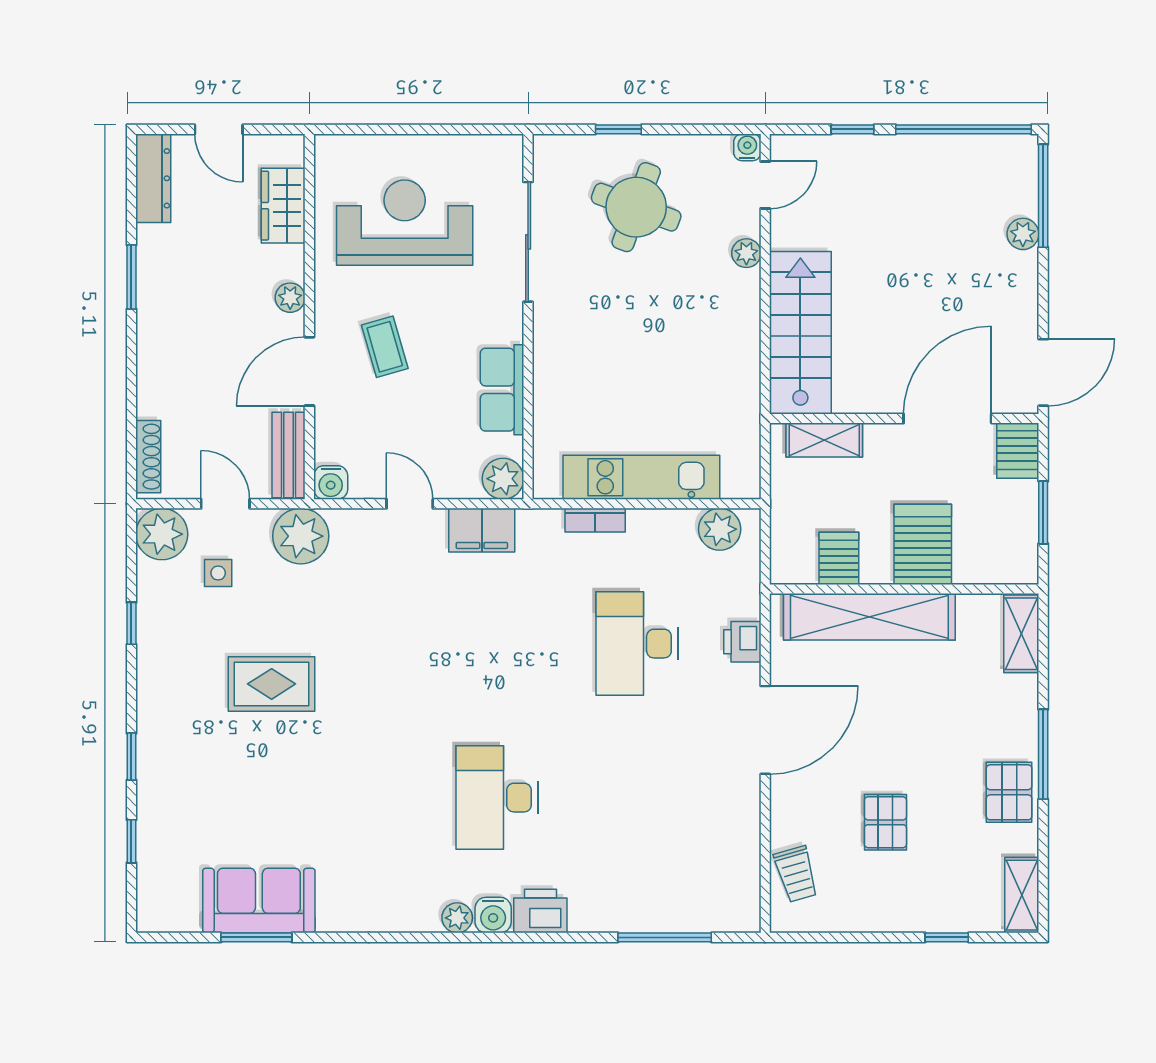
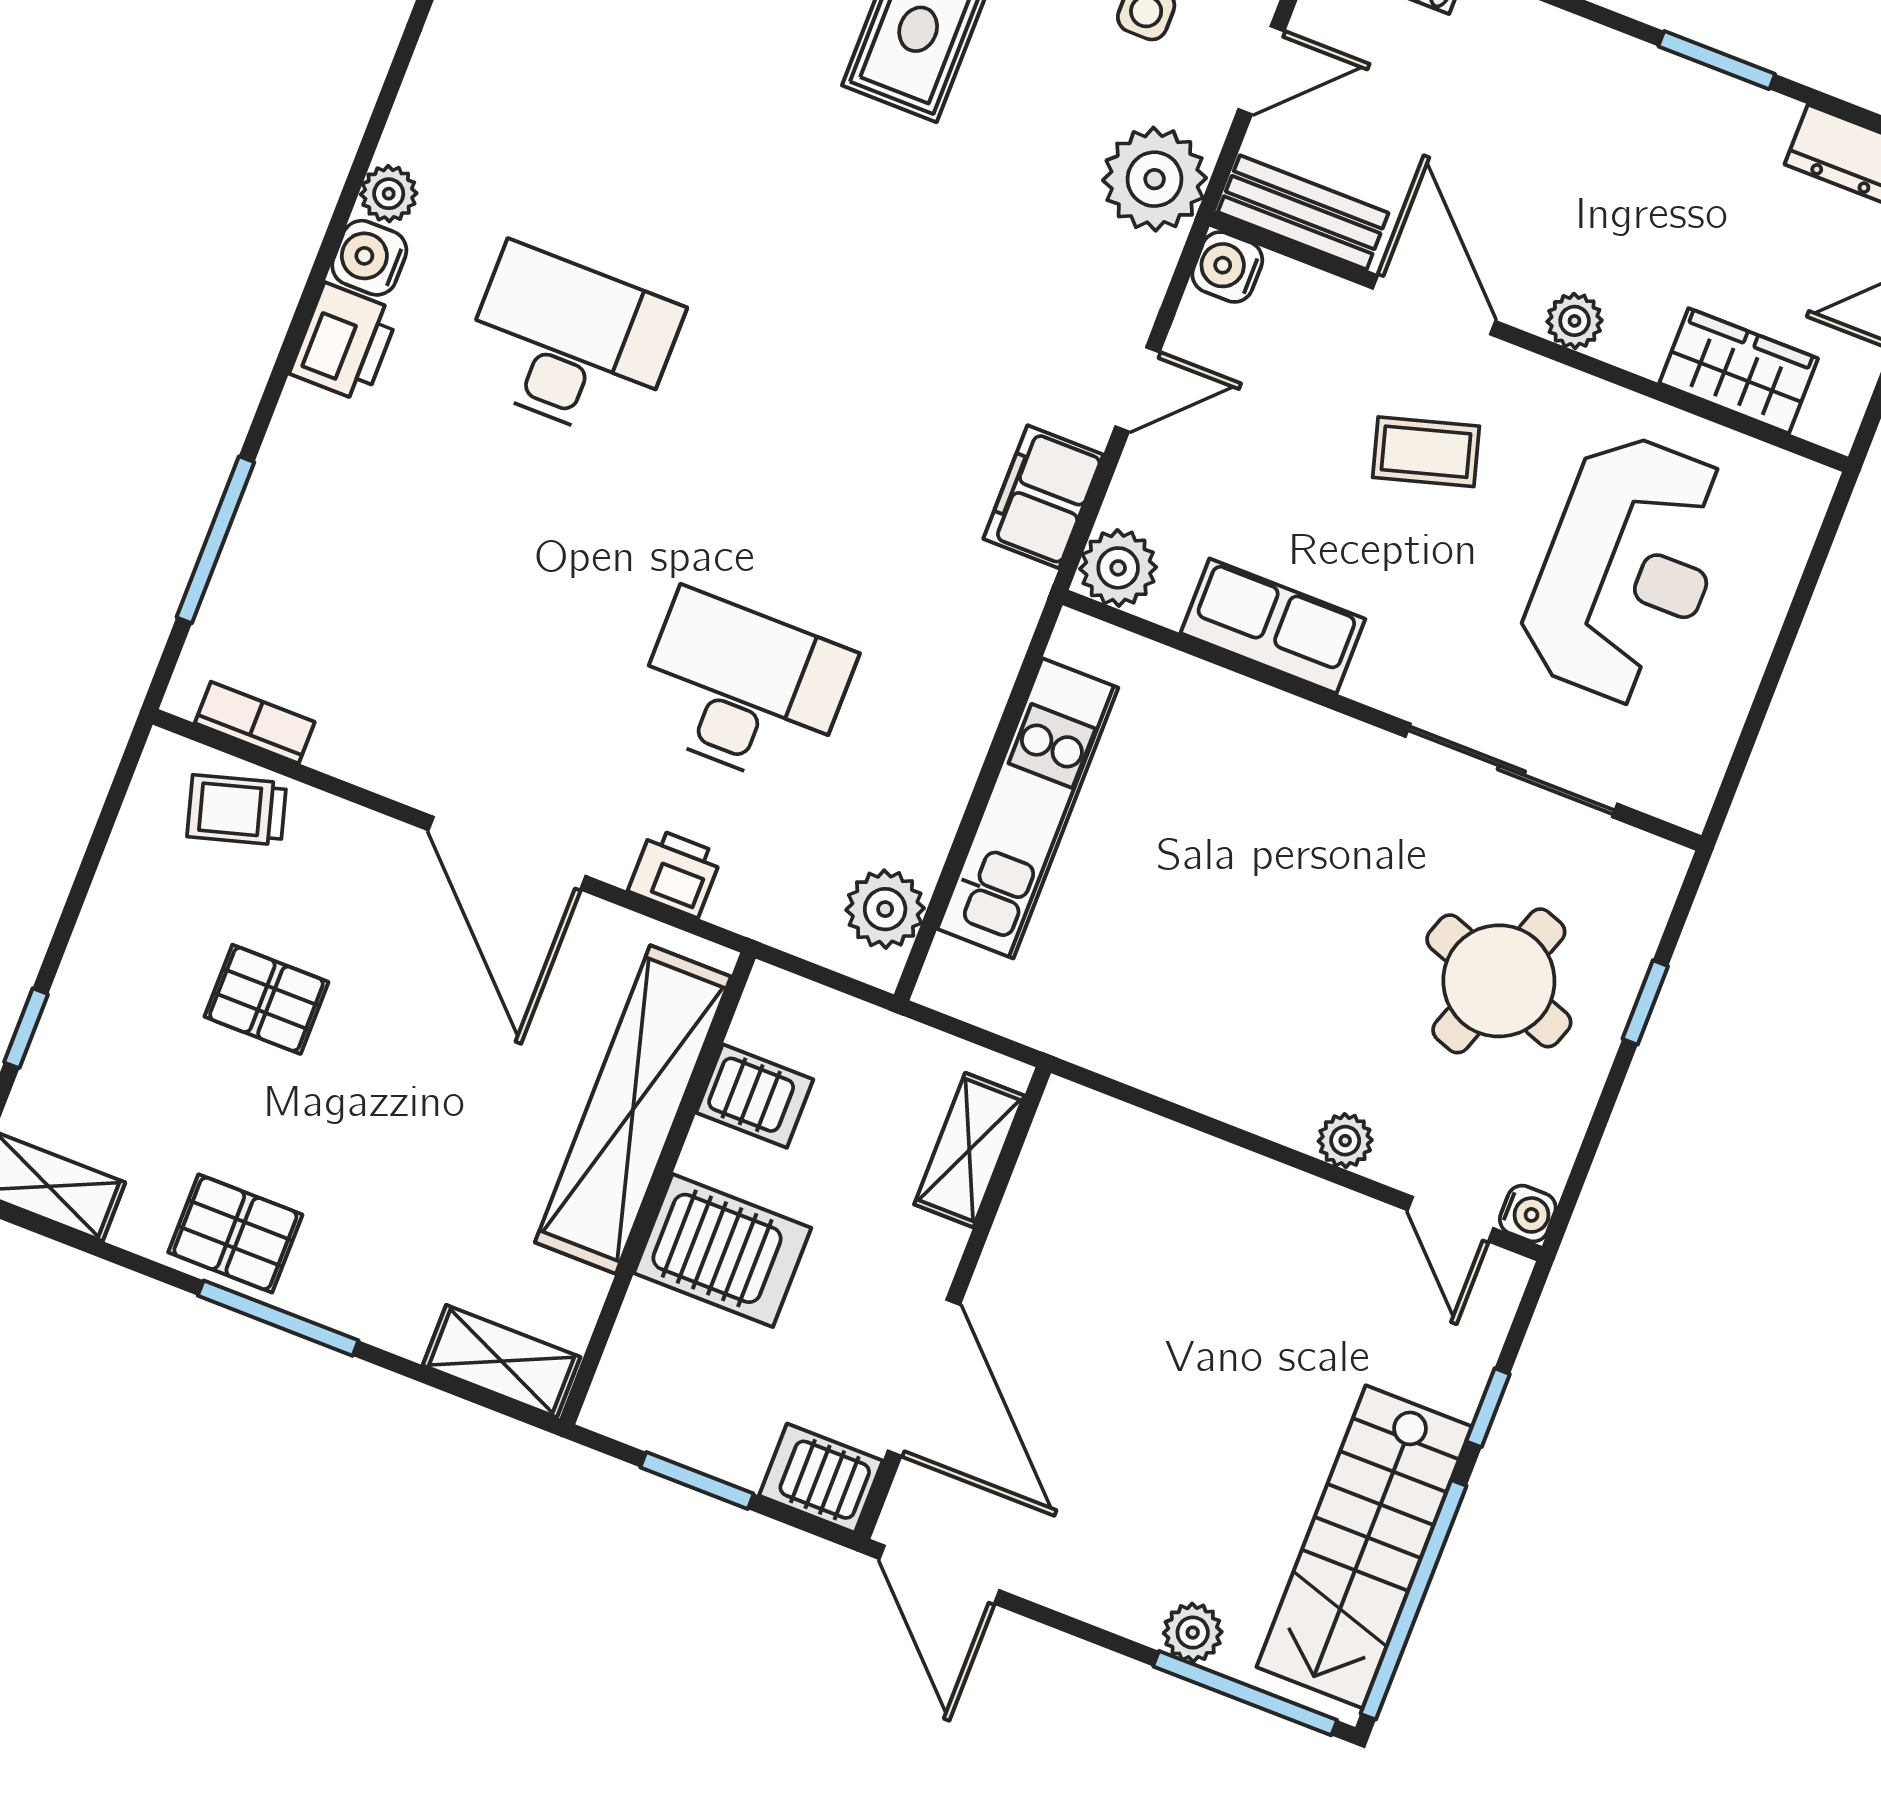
stairs: (800, 333) -> (1364, 1547), moved, turned 90
bookcase: (595, 520) -> (255, 723), moved, turned 90

